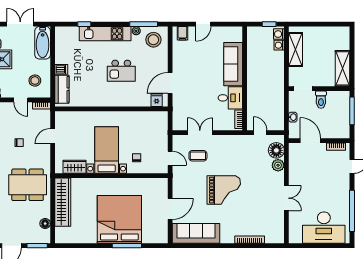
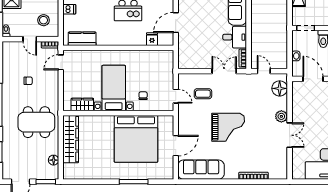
kitchen counter: (62, 89) -> (82, 39), moved, turned -90
fridge: (157, 100) -> (152, 39), moved
double door: (200, 133) -> (224, 71), moved
door: (53, 136) -> (61, 62), moved
plant: (278, 165) -> (281, 116), moved
bed: (119, 219) -> (136, 139), moved, turned 180

